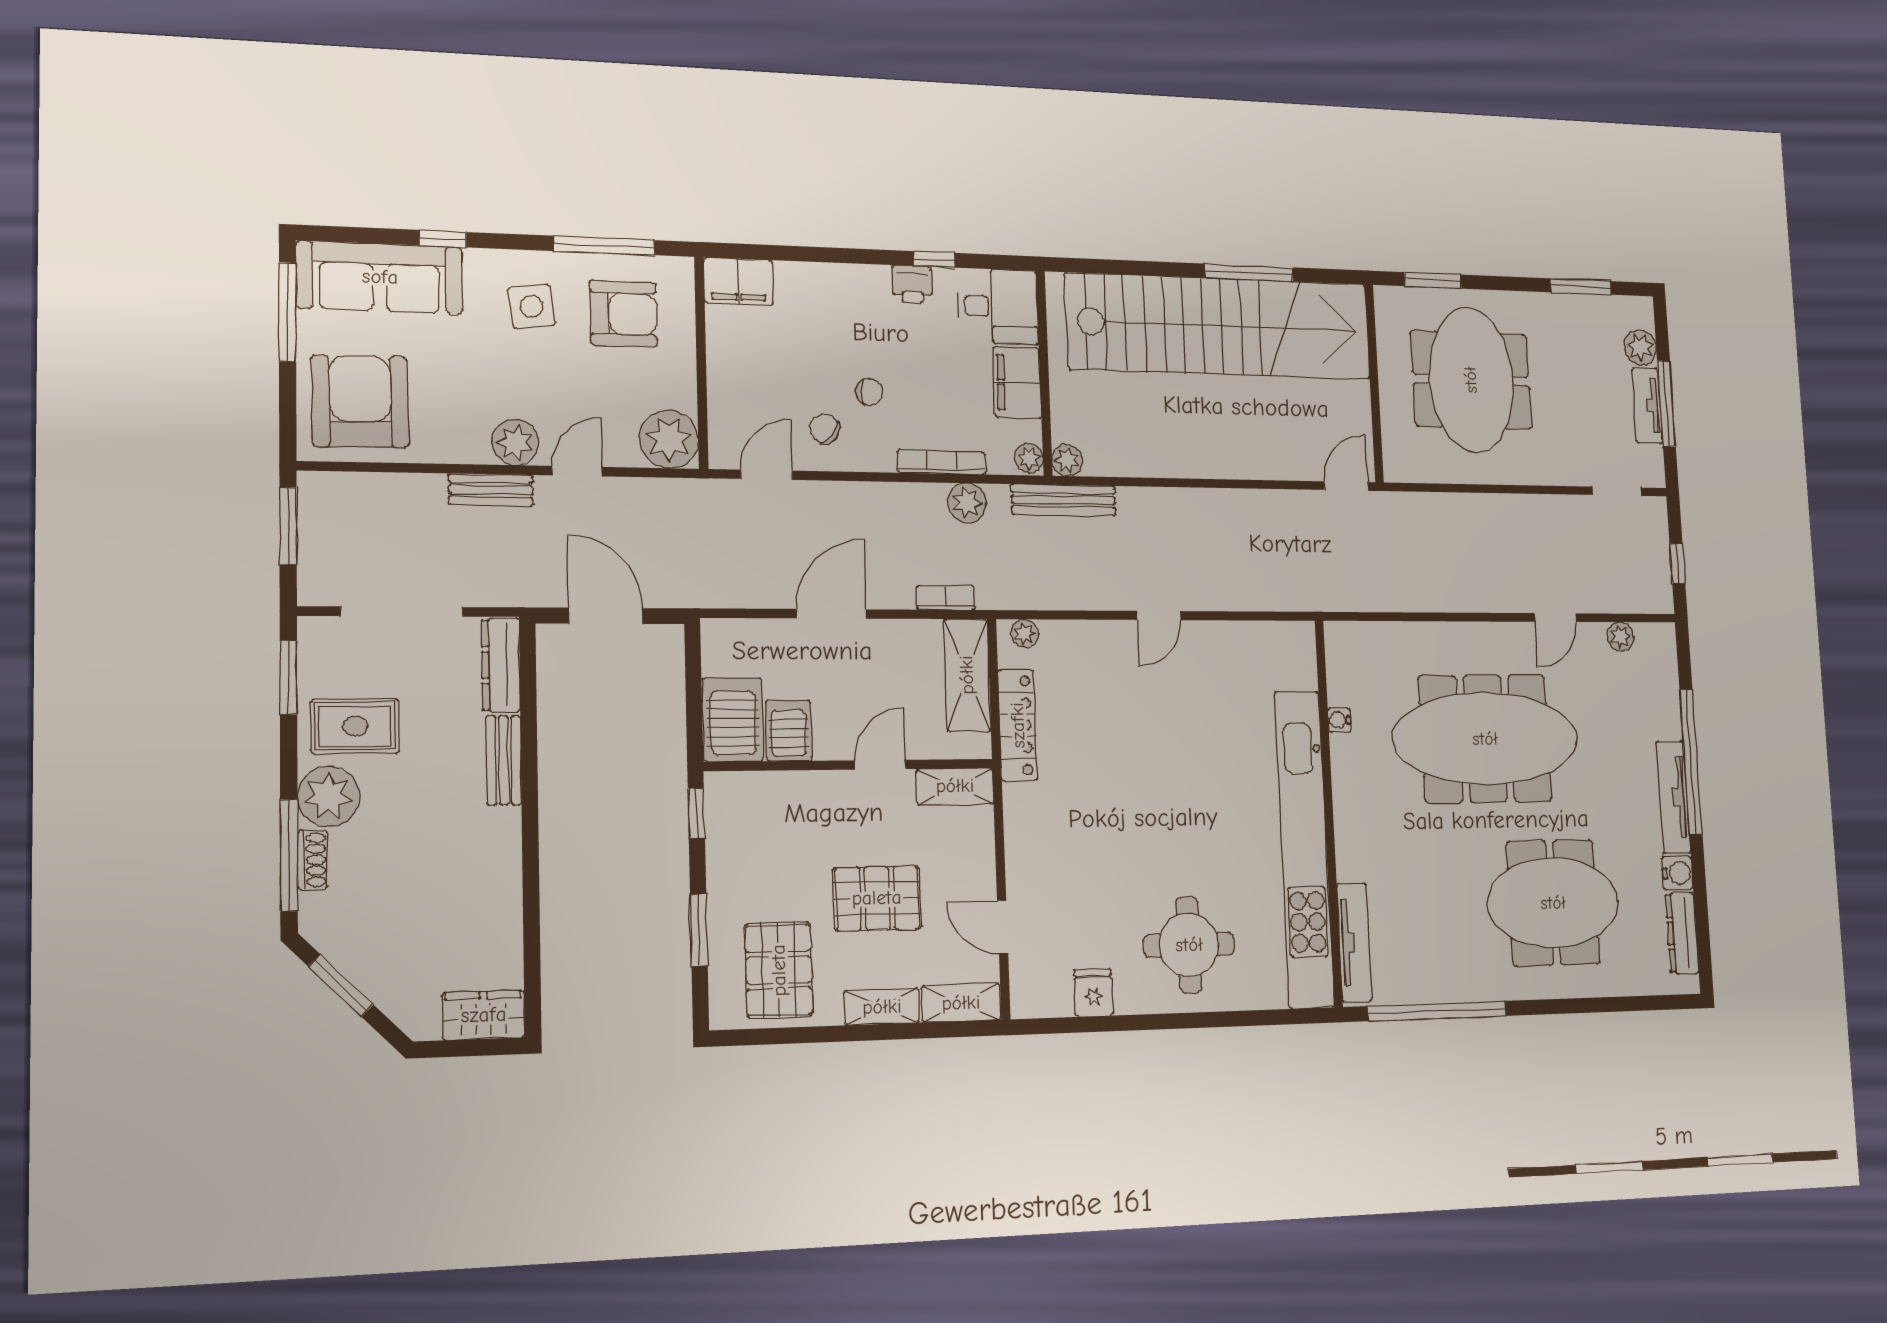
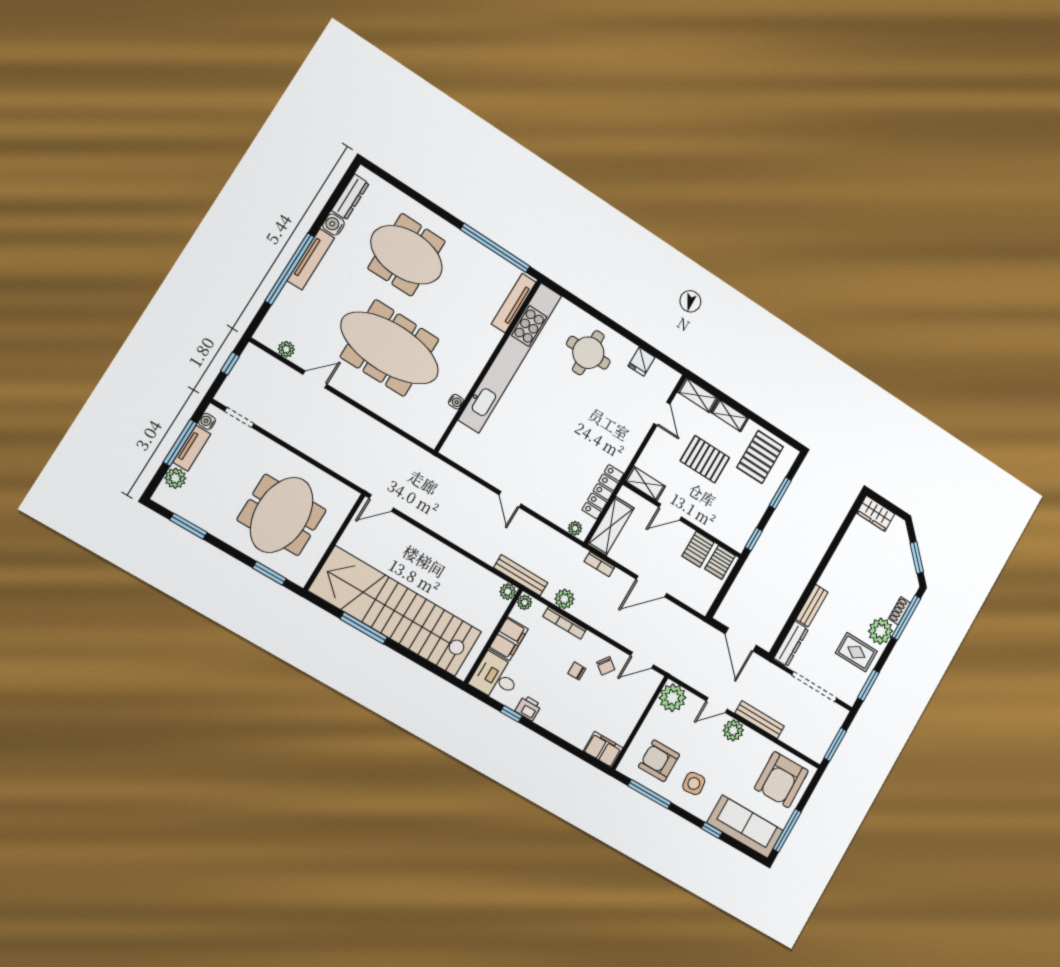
water cooler: (1653, 458) -> (207, 421), added
bench: (491, 490) -> (760, 720), width x1.36
door: (1159, 616) -> (510, 499), swing flipped
server rack: (733, 719) -> (720, 562), width x0.73, depth x0.70

